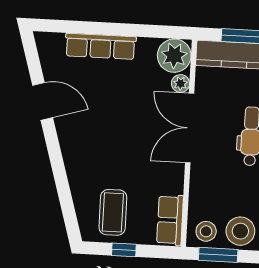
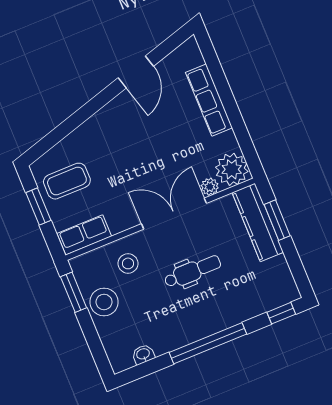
stool: (206, 231) -> (128, 263), moved
window: (124, 250) -> (38, 207), width x1.50

